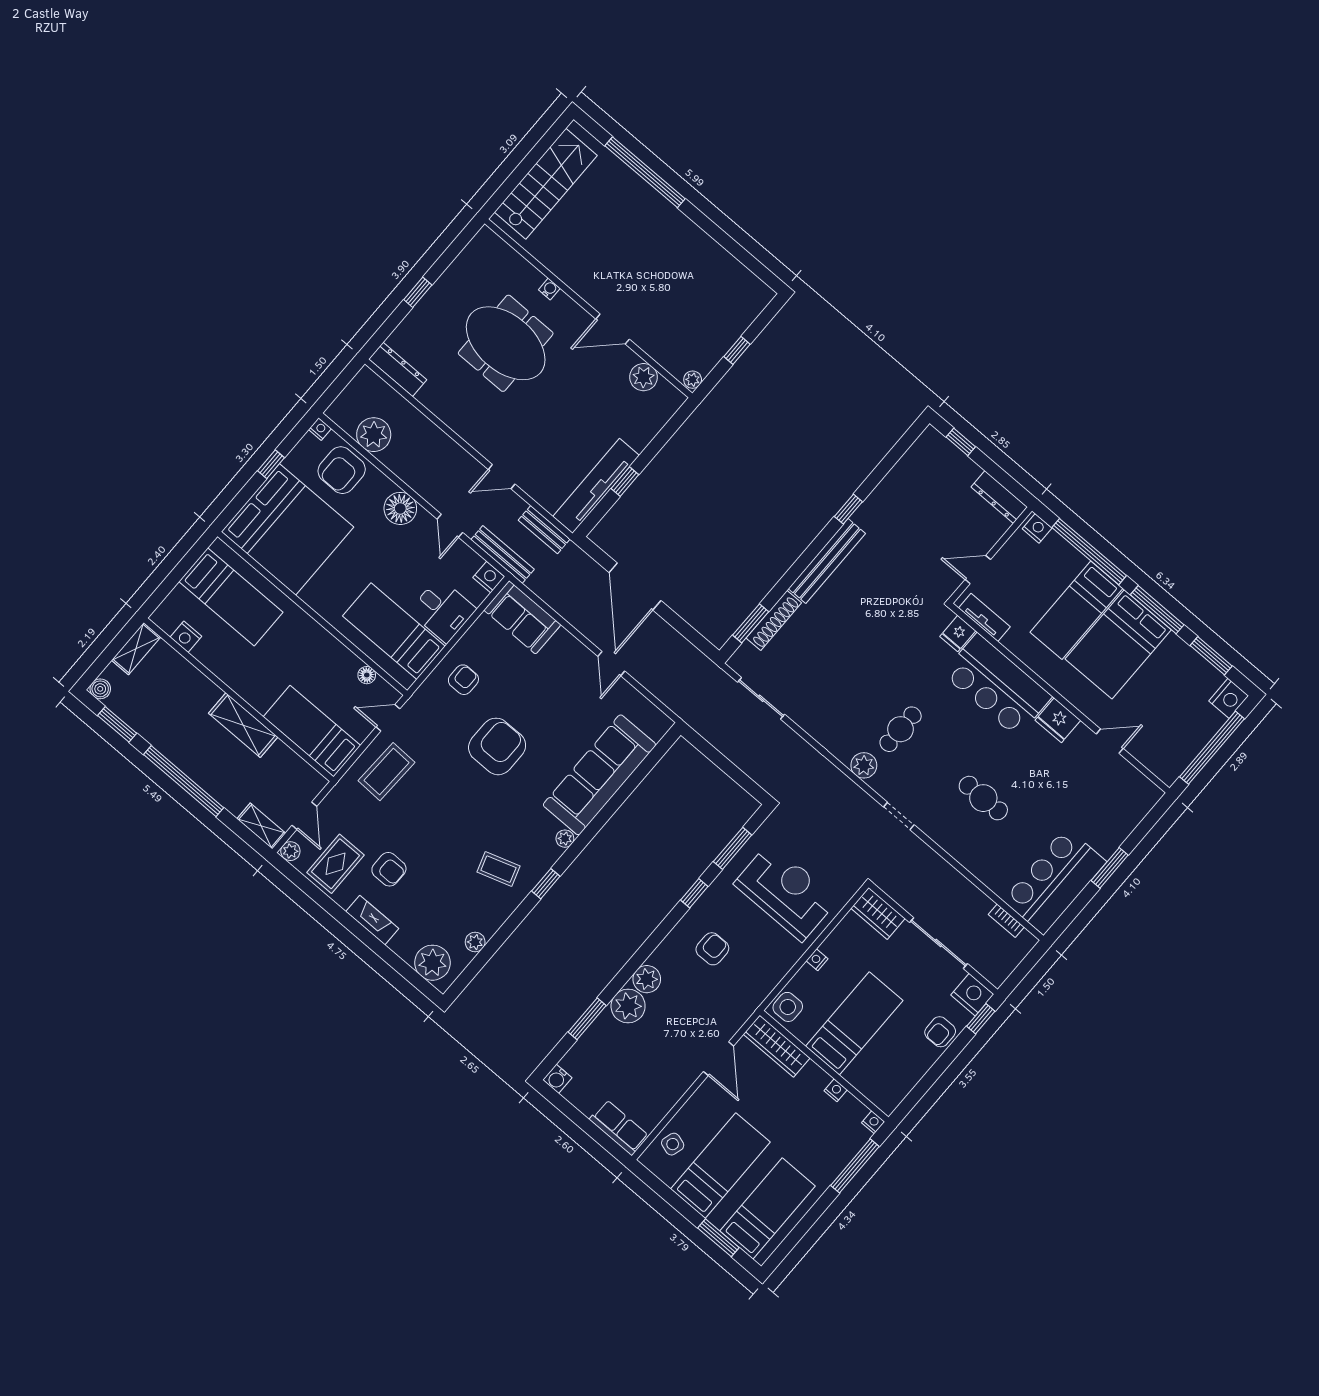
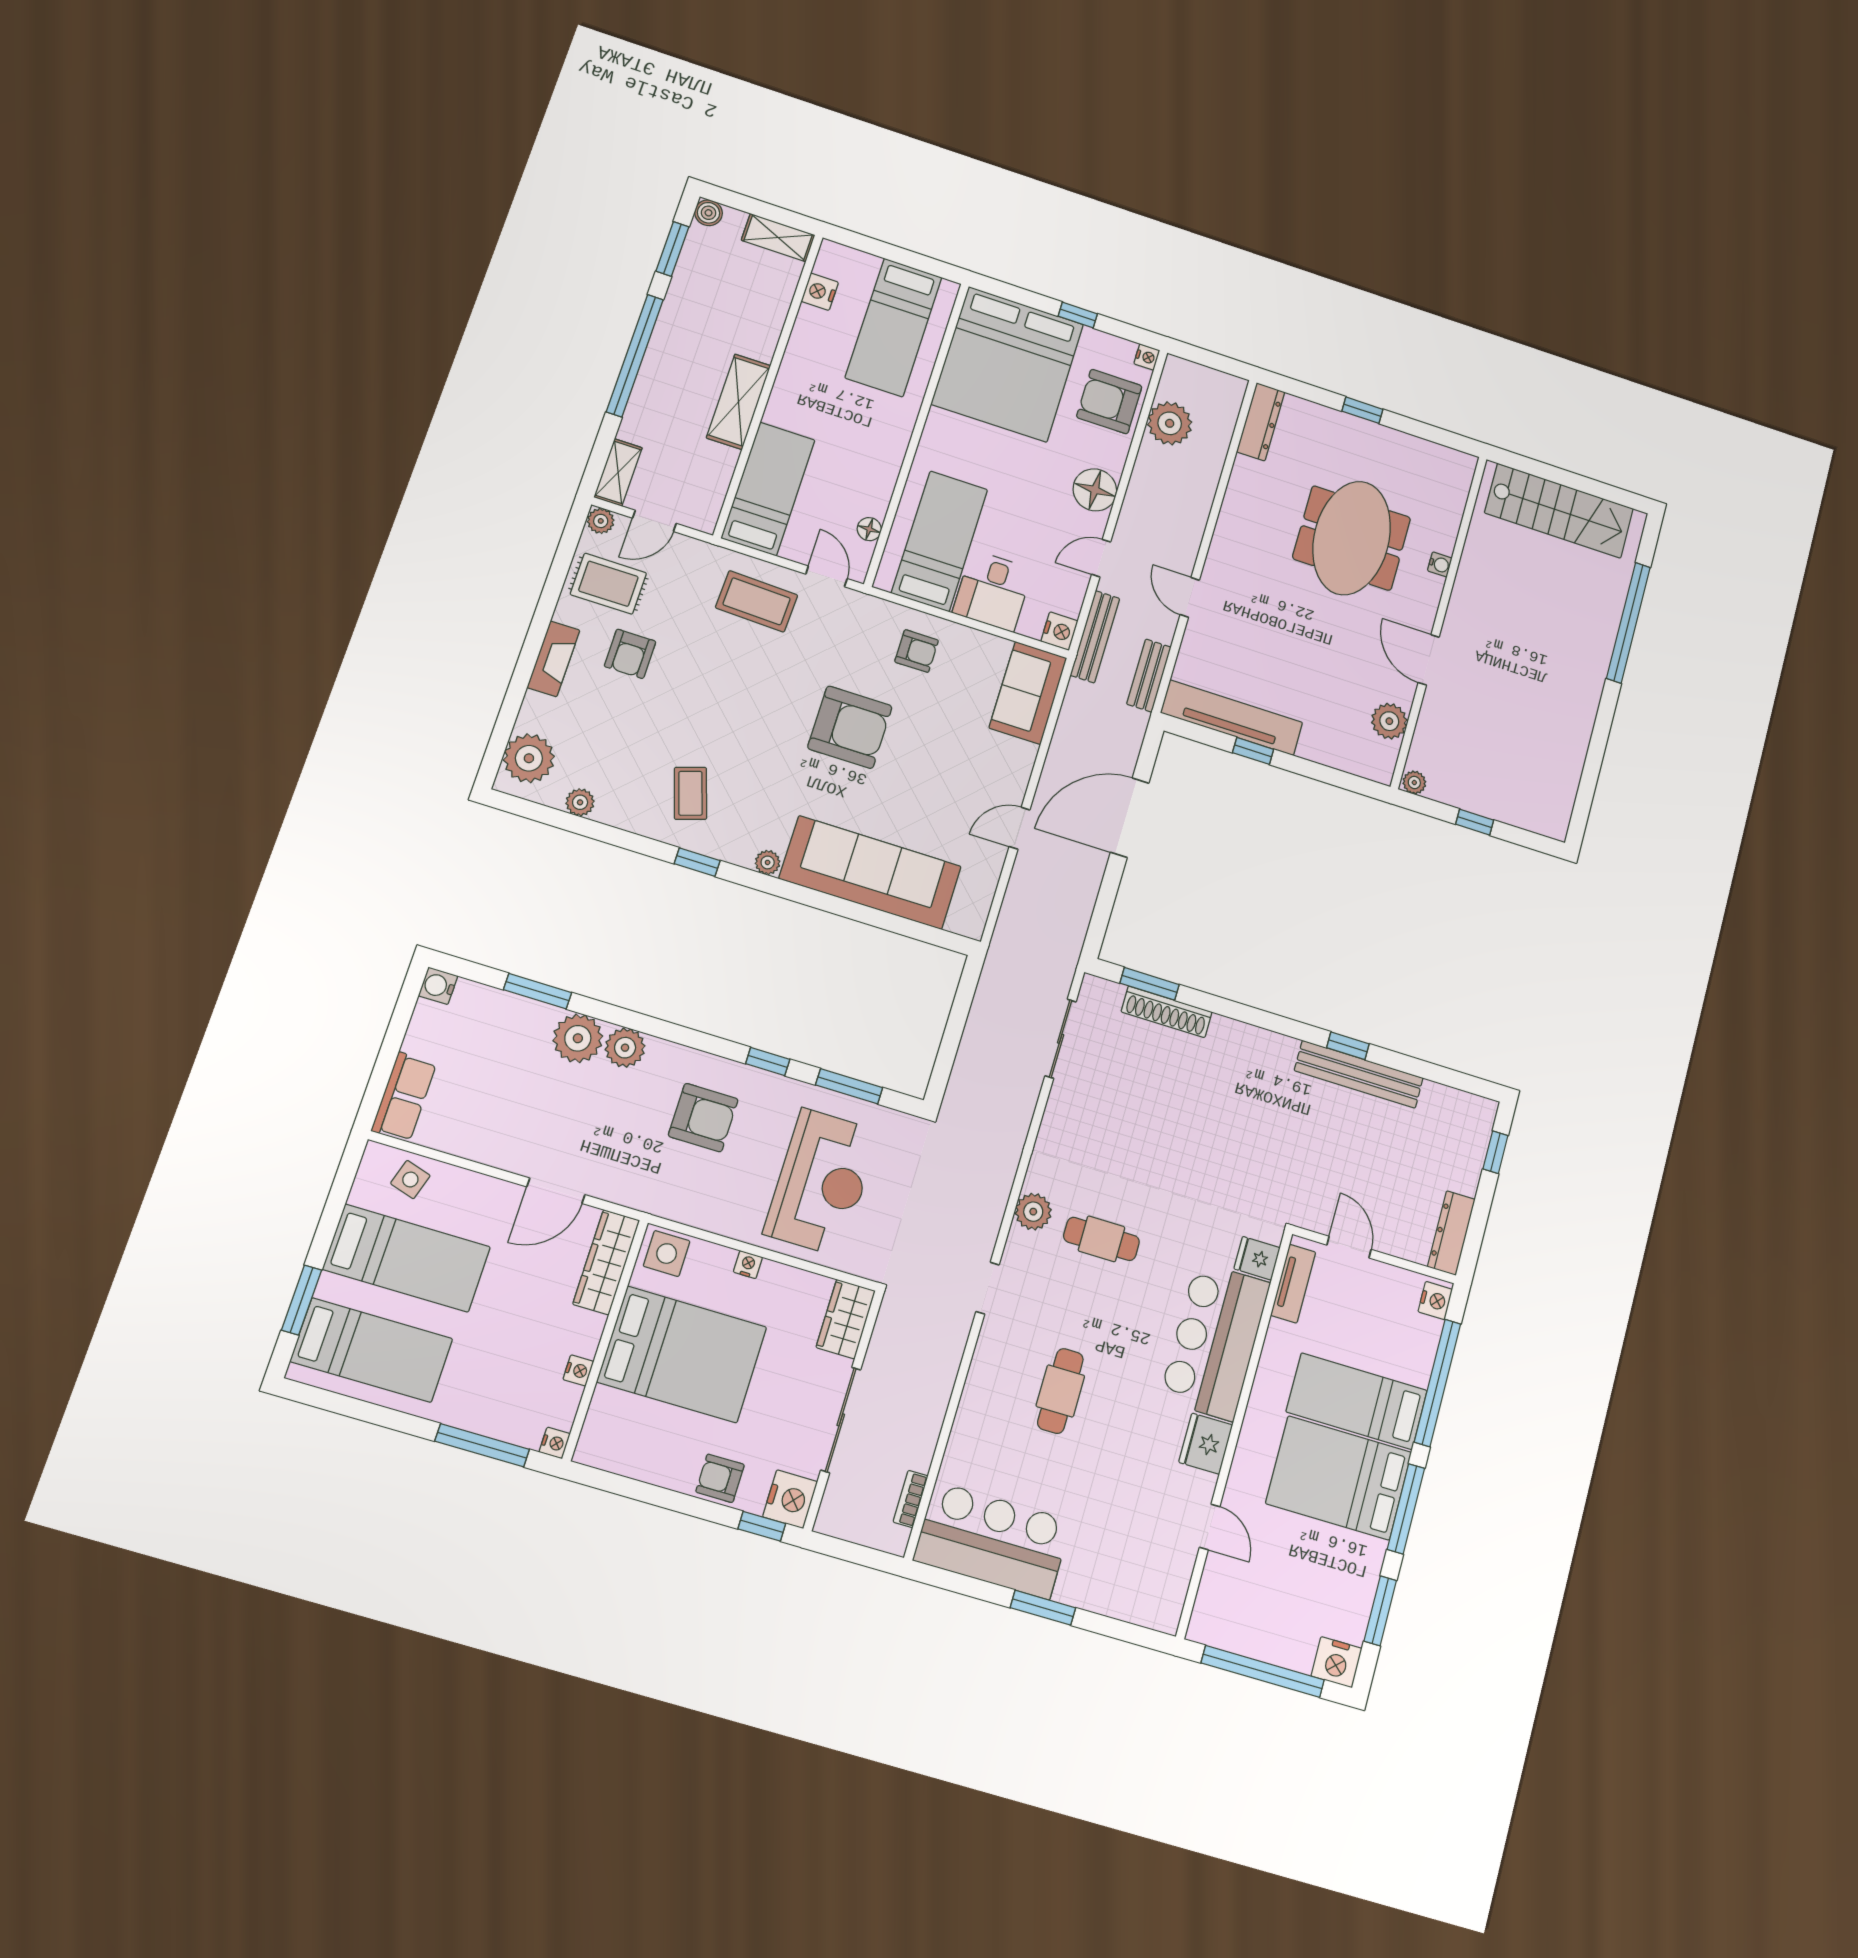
bench: (827, 561) -> (1359, 1074), moved
armchair: (712, 949) -> (703, 1118), width x1.38, depth x1.38
bed: (854, 1023) -> (682, 1354), width x1.50

